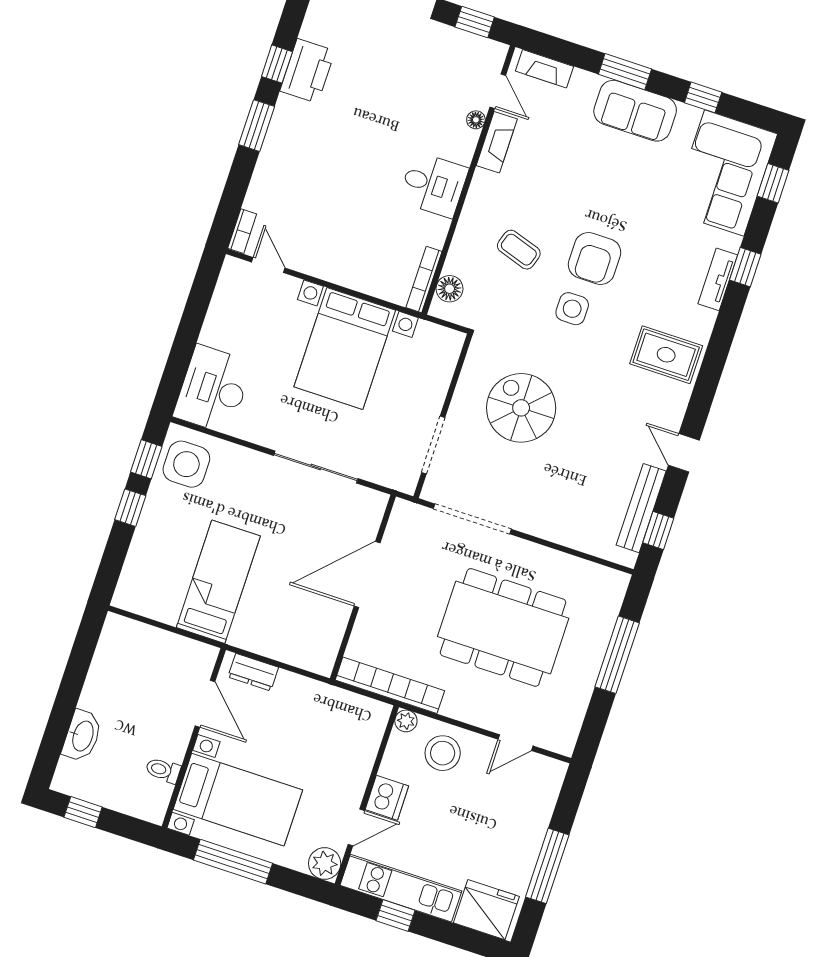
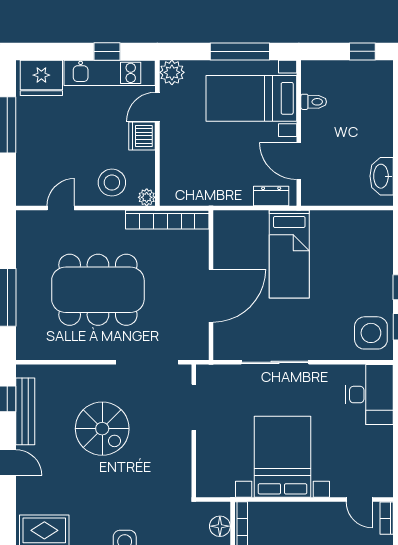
spiral stairs: (521, 408) -> (102, 429), moved
bed: (218, 582) -> (289, 254), moved
washbasin: (82, 736) -> (382, 176), moved

